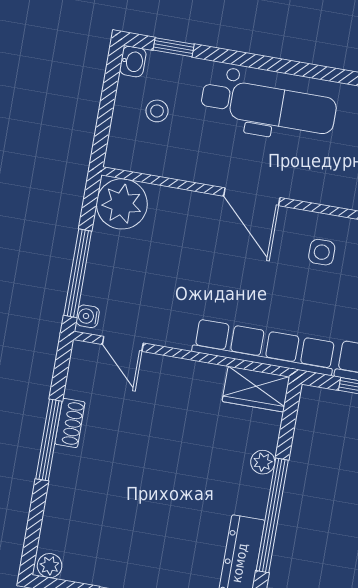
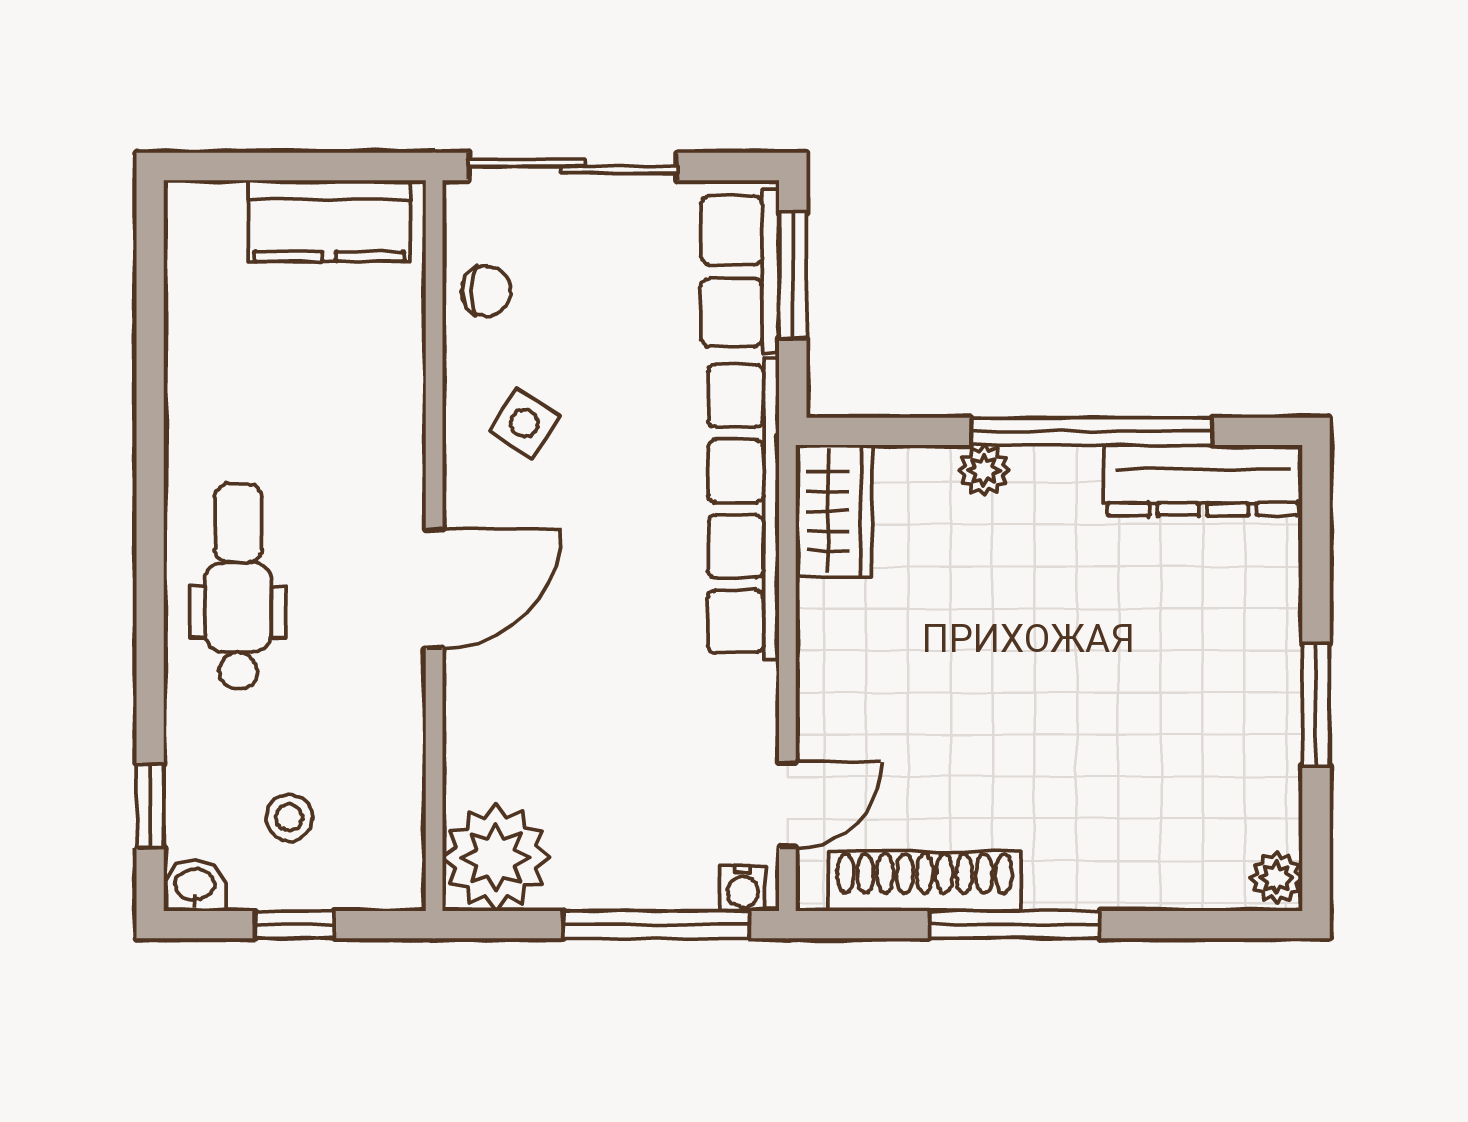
window: (107, 105) -> (295, 925), added
dental chair: (269, 106) -> (238, 587), width x0.73, depth x0.72
side table: (322, 252) -> (524, 423), turned 33
shoe rack: (70, 423) -> (925, 881), width x1.94, depth x1.24

